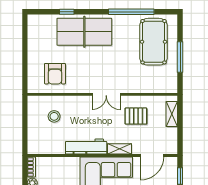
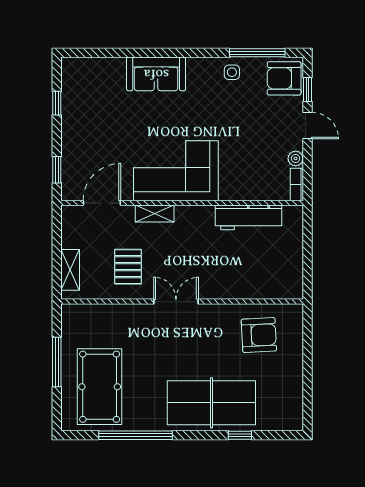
armchair: (55, 74) -> (259, 335), turned 87
stool: (54, 116) -> (260, 266), removed
pallet: (136, 116) -> (128, 267), turned 90
workbench: (86, 147) -> (249, 217), moved

